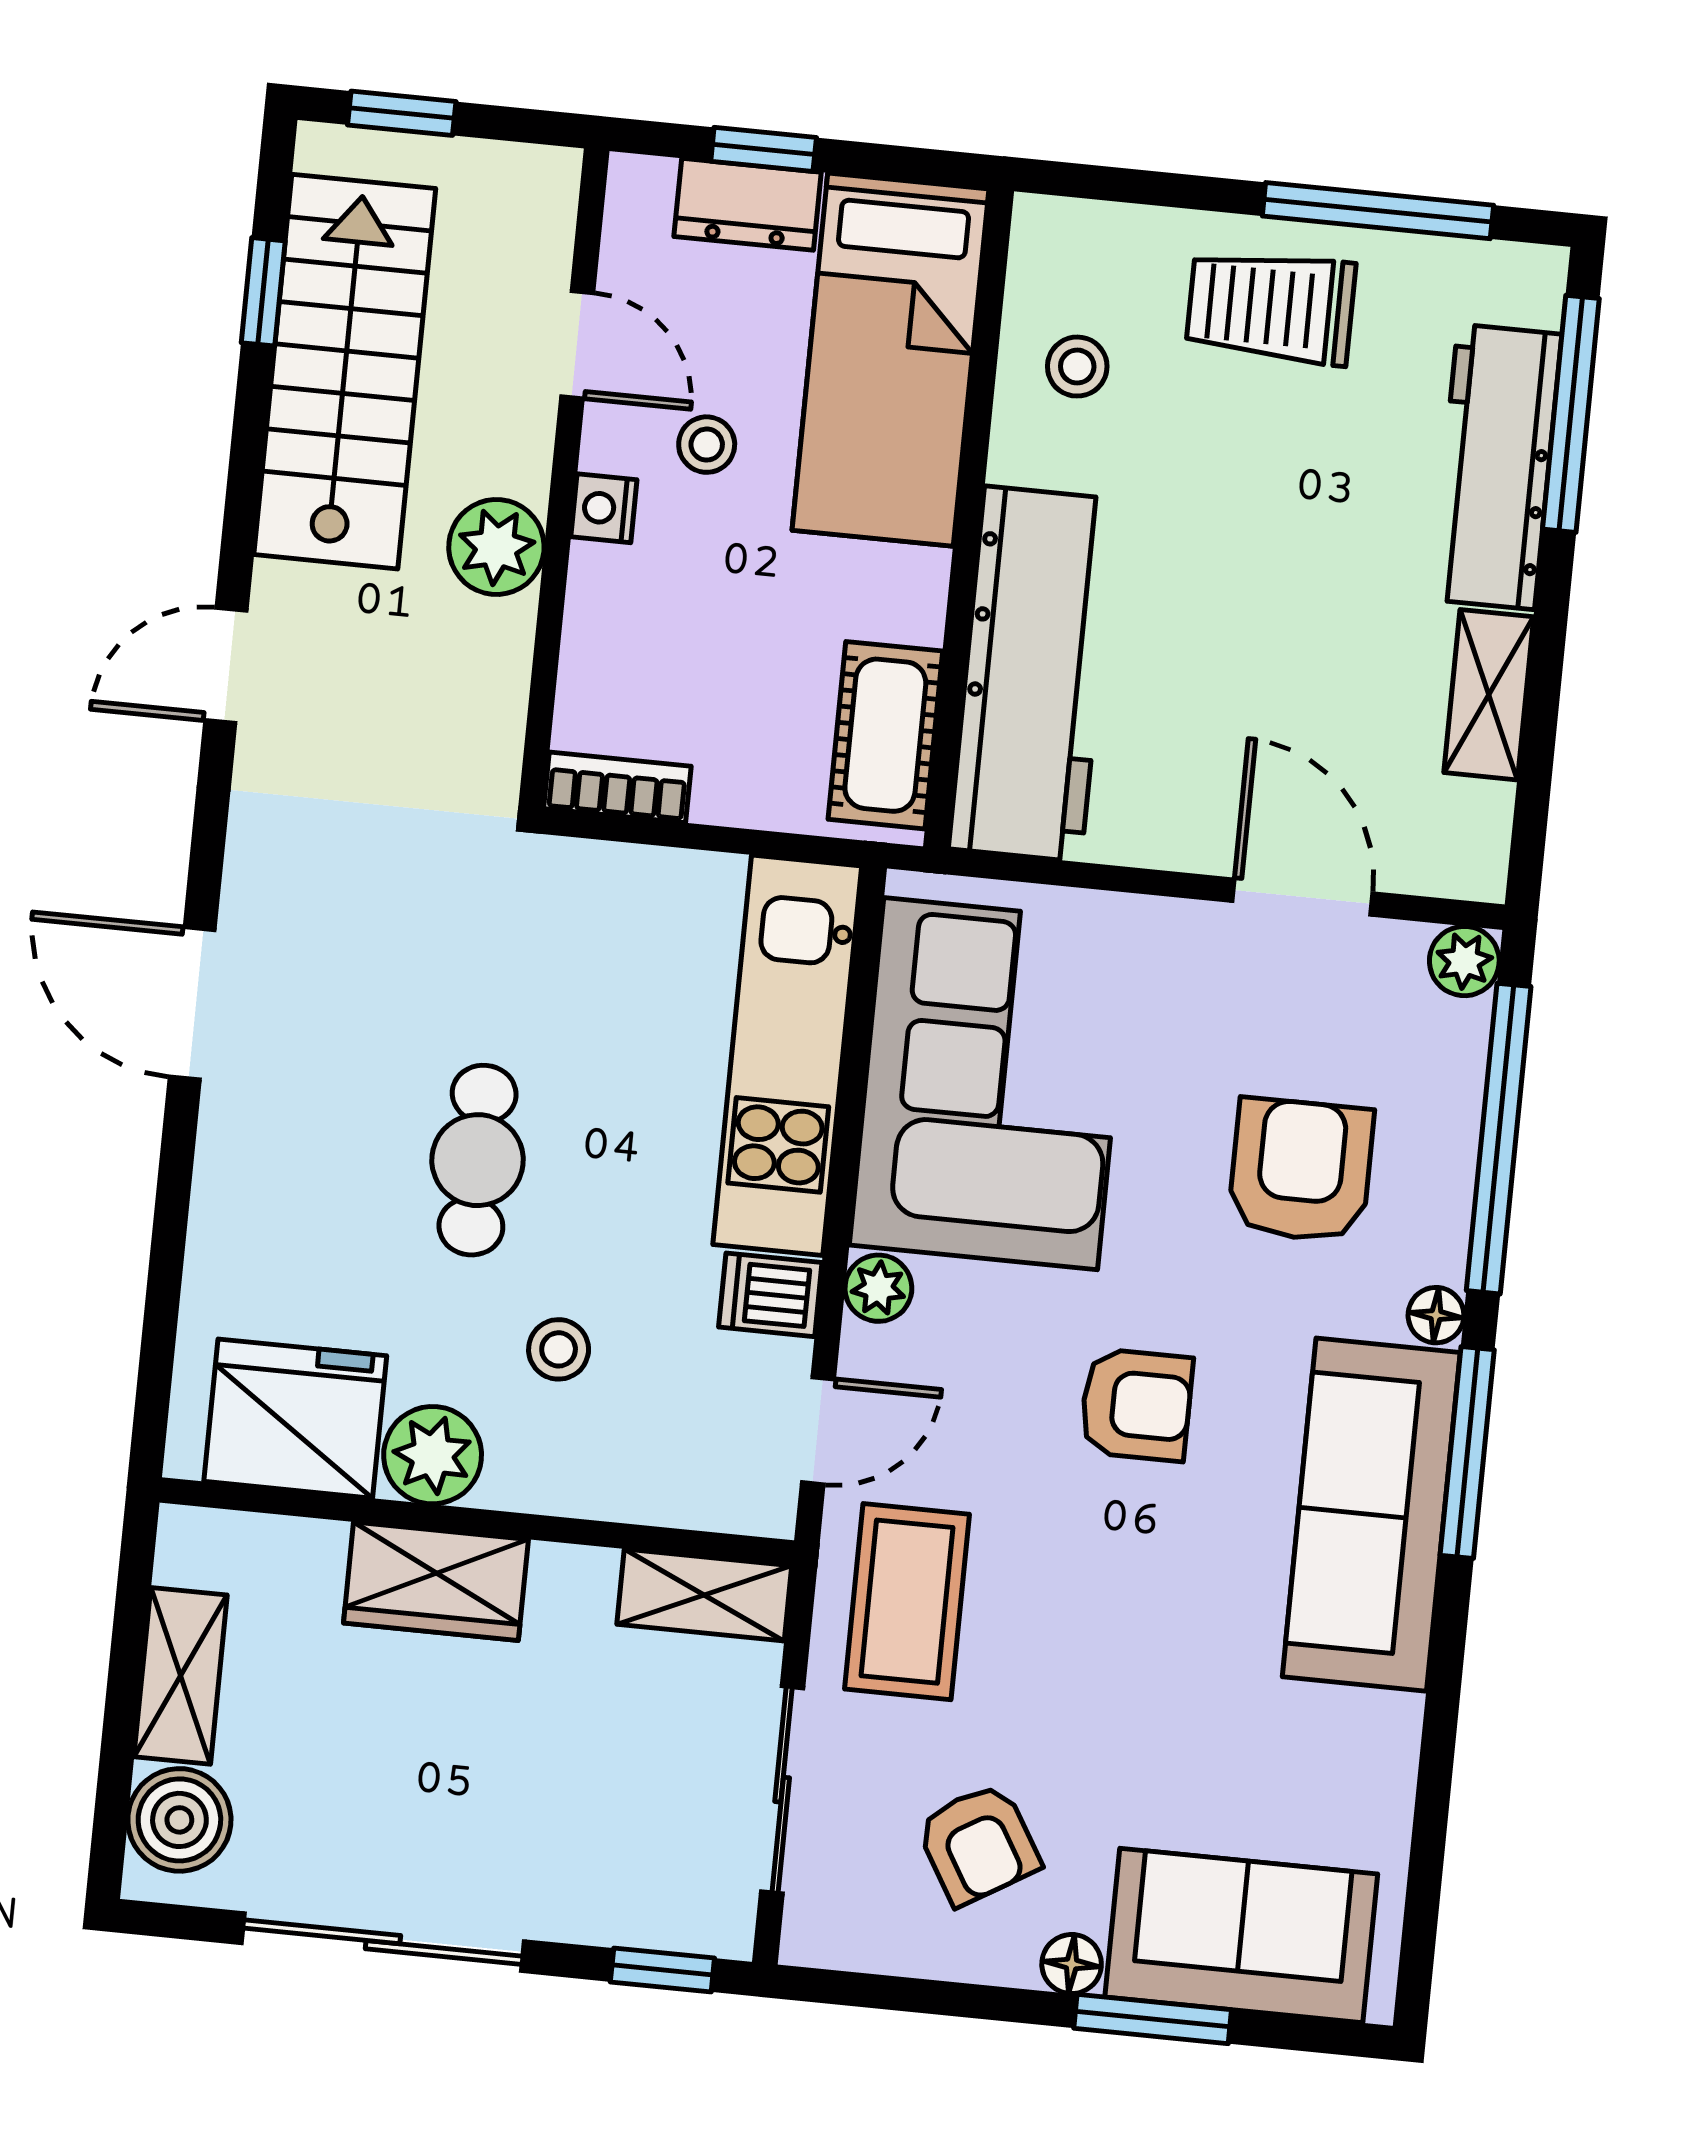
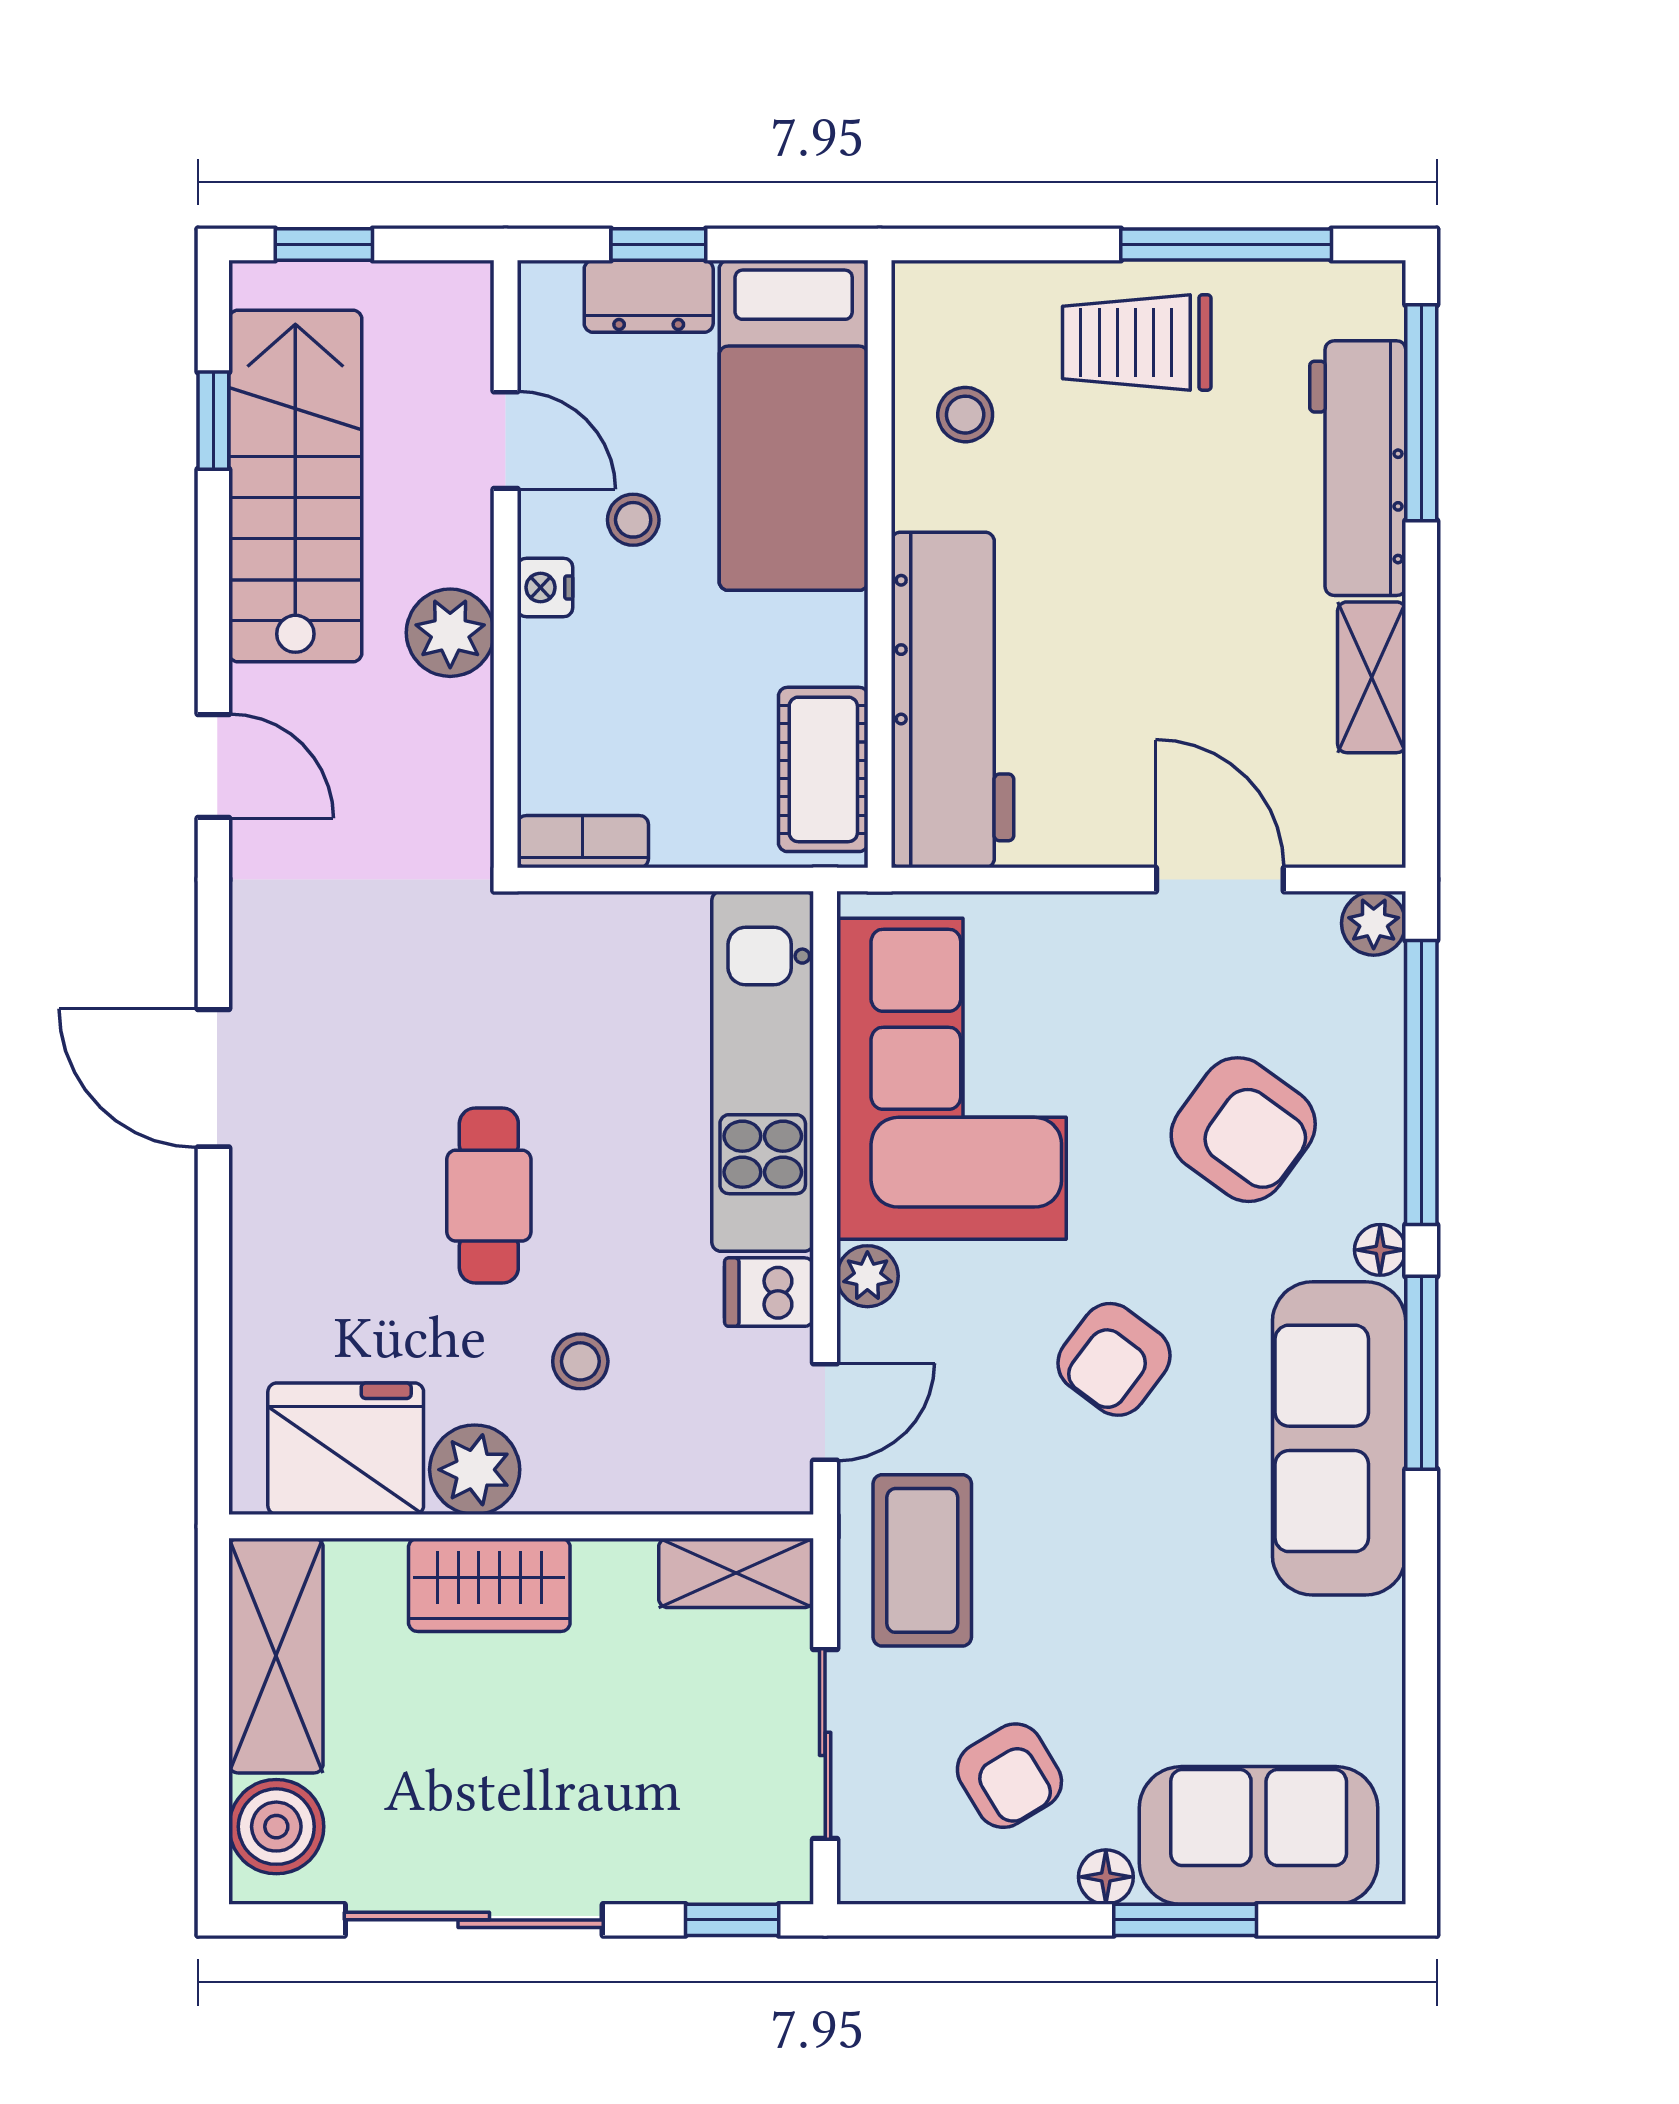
door: (226, 666) -> (213, 766), swing flipped
armchair: (1301, 1170) -> (1243, 1130), turned 126
armchair: (1136, 1405) -> (1114, 1359), turned 127
shelving: (181, 1676) -> (276, 1656), width x1.50, depth x1.33

